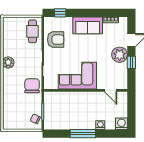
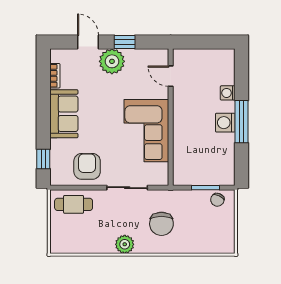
chair: (32, 86) -> (161, 224), moved, turned -90
door: (111, 90) -> (171, 76), swing flipped
washing machine: (121, 124) -> (225, 123), moved

